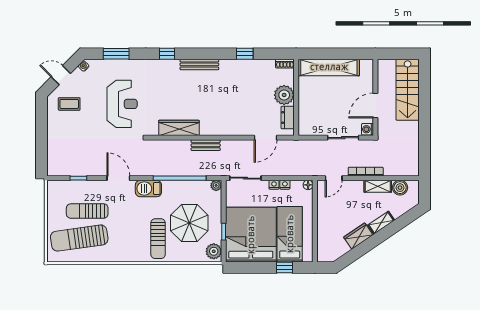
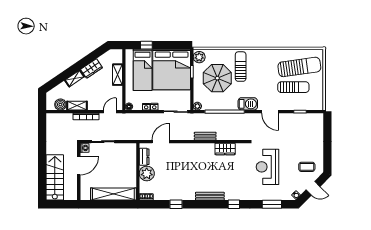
wardrobe: (179, 128) -> (225, 149), width x0.67
shelving: (323, 228) -> (117, 75), added

